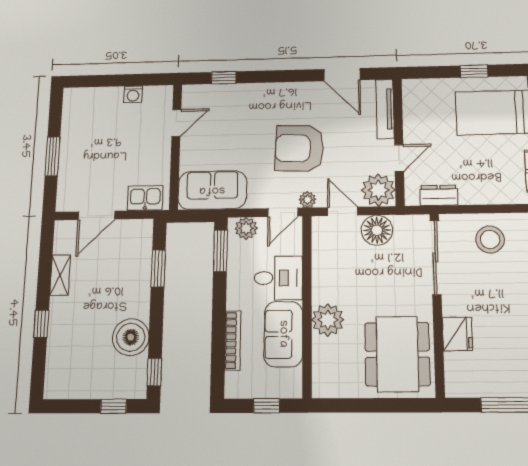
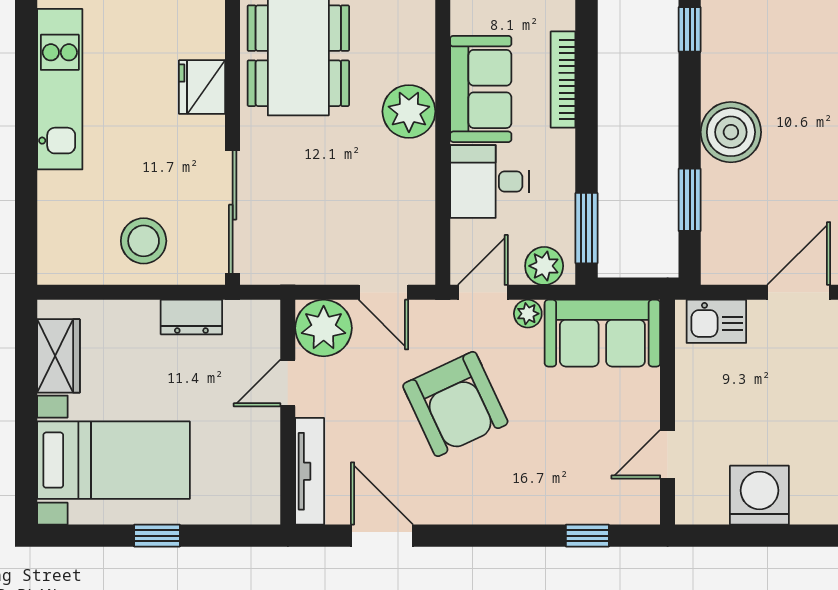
washing machine: (133, 94) -> (759, 495), width x1.89, depth x1.89
armchair: (299, 148) -> (455, 404), turned 63
dresser: (439, 195) -> (191, 317), moved
plant: (307, 200) -> (528, 314), moved
floor lamp: (377, 230) -> (327, 259), removed
boiler: (131, 337) -> (731, 132), moved

